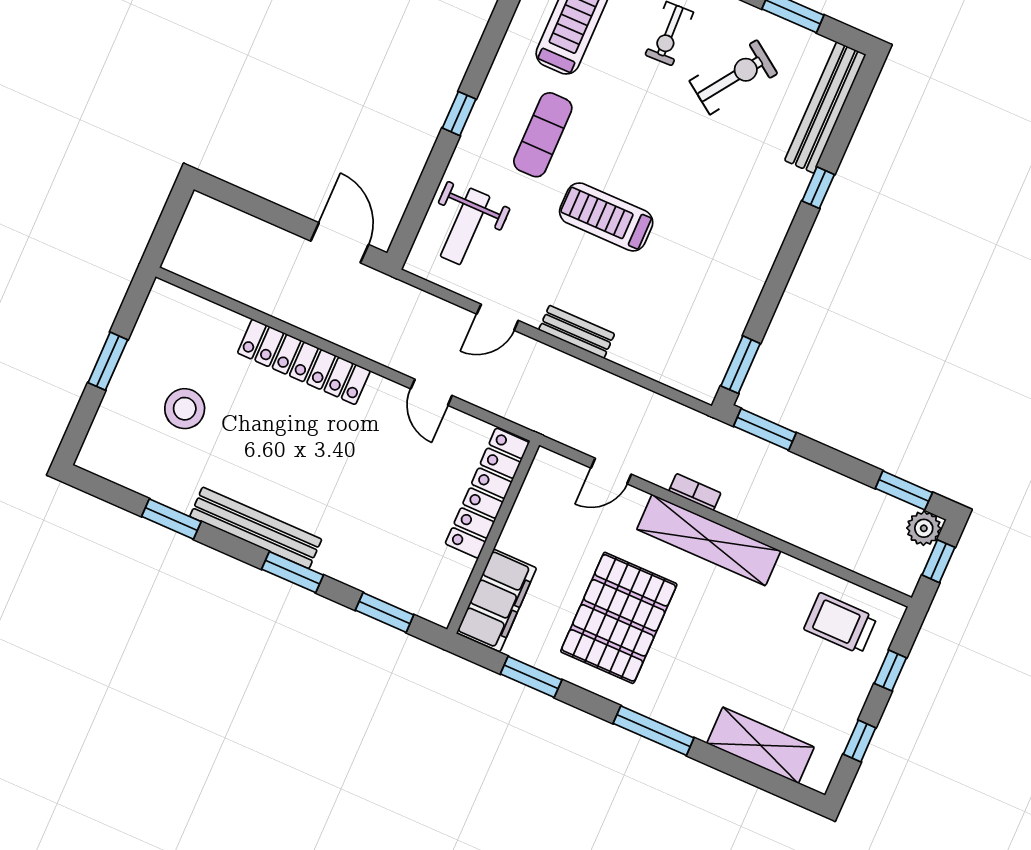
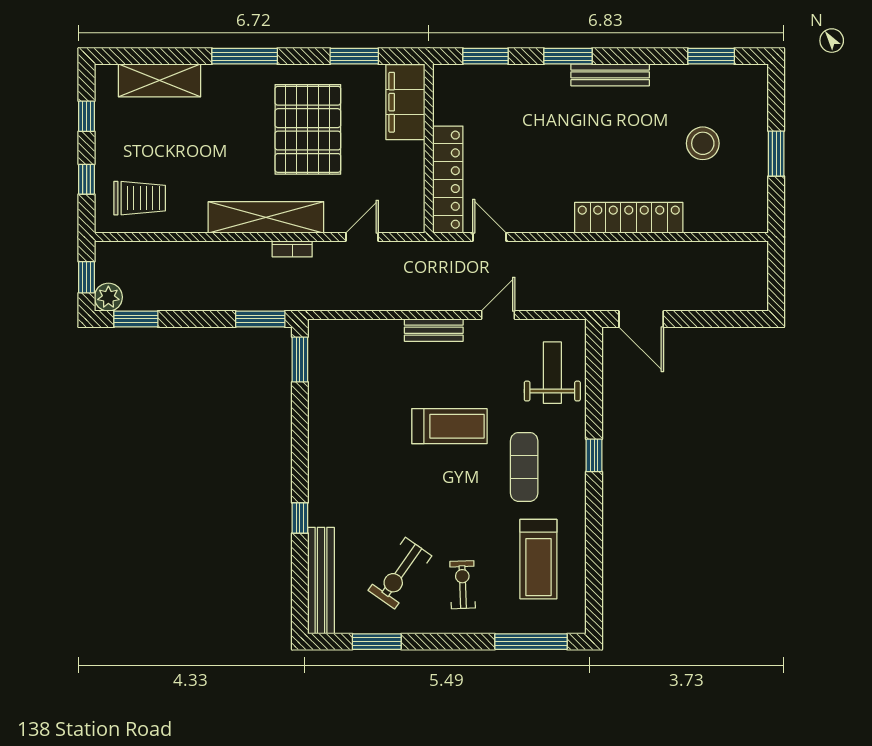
door: (431, 392) -> (489, 237), moved
window: (171, 519) -> (711, 56), moved
bench: (256, 528) -> (610, 75), width x0.73, depth x0.82

